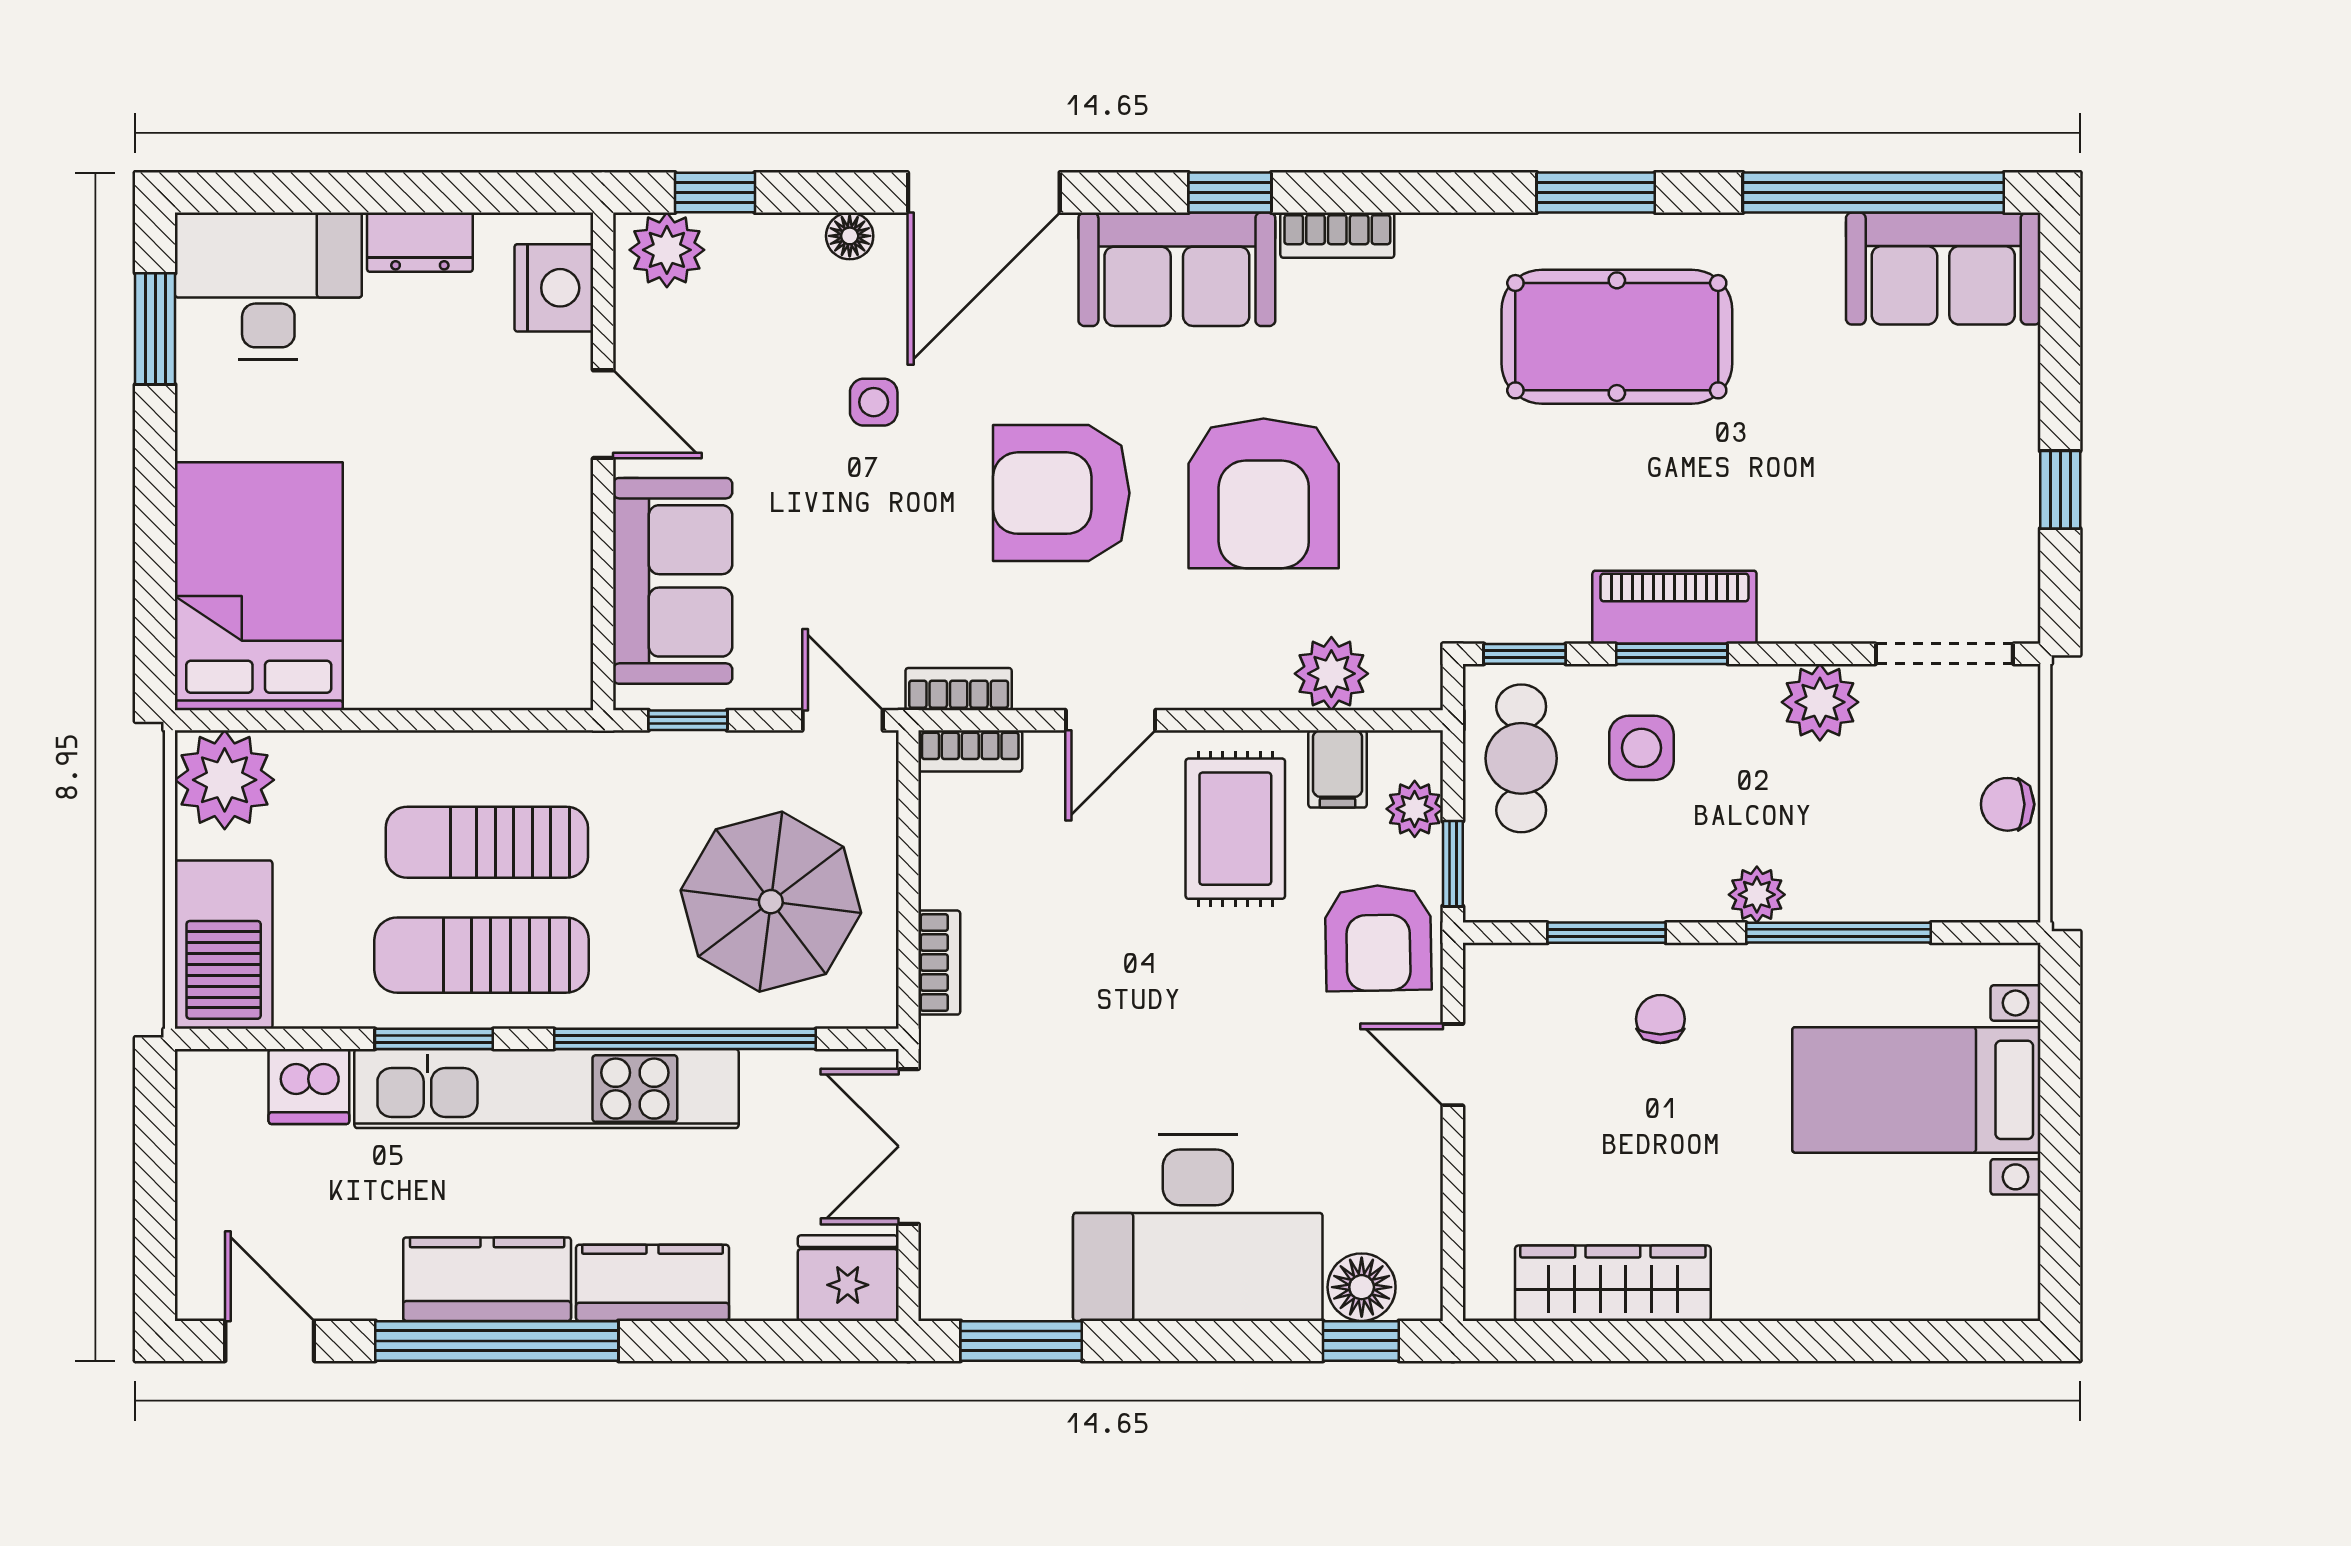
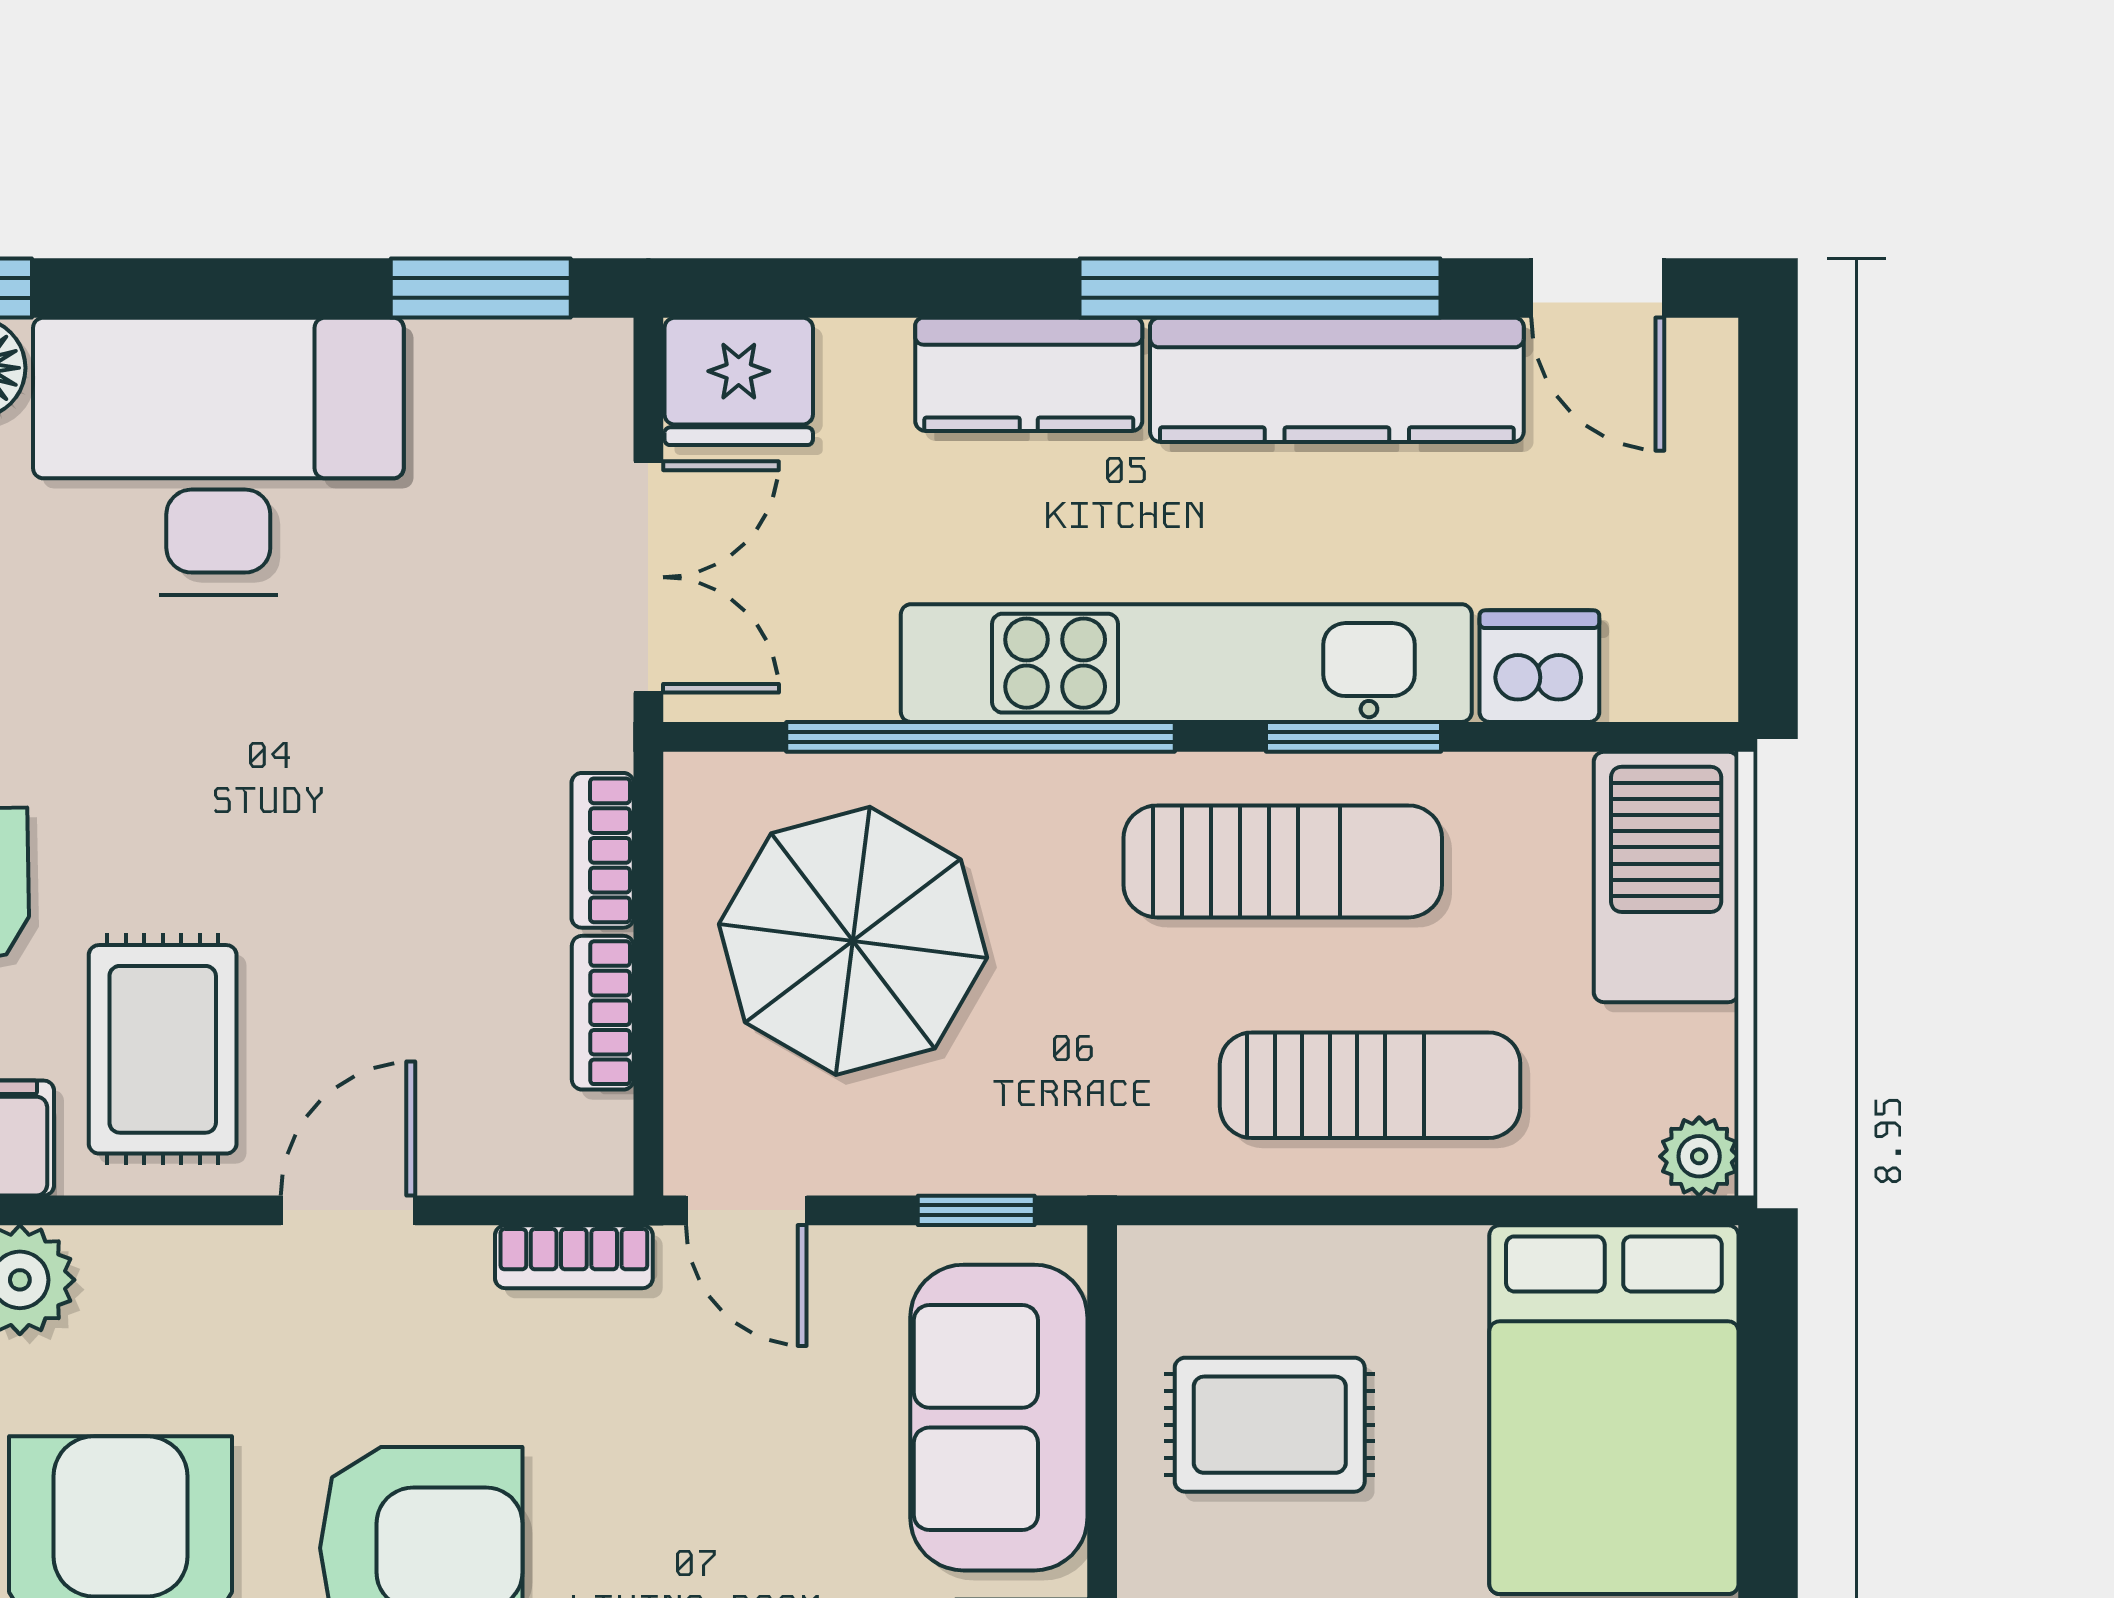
rug: (490, 576) -> (1270, 1425), added
bookcase: (970, 751) -> (603, 1013), moved, turned -90
plant: (225, 780) -> (1699, 1156), width x0.53, depth x0.53
sun lounger: (487, 842) -> (1370, 1085), moved
kitchen counter: (487, 1279) -> (1337, 380), width x1.50

